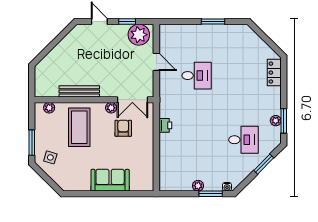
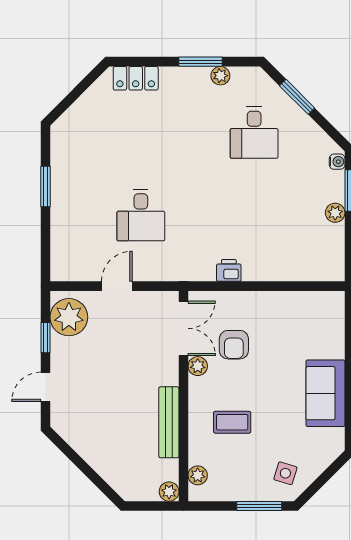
desk: (197, 76) -> (141, 215), turned 180
plant: (40, 91) -> (169, 492), added
window: (284, 121) -> (201, 62), moved
coffee table: (79, 127) -> (232, 422), width x0.54, depth x0.58
armchair: (123, 128) -> (234, 345), turned -90
desk: (243, 140) -> (254, 133), turned 180
sofa: (110, 180) -> (325, 393), moved

